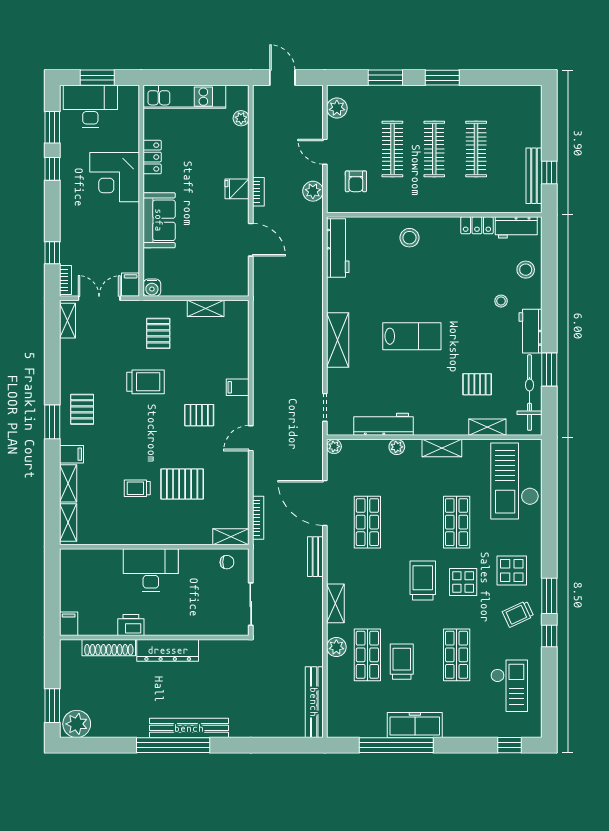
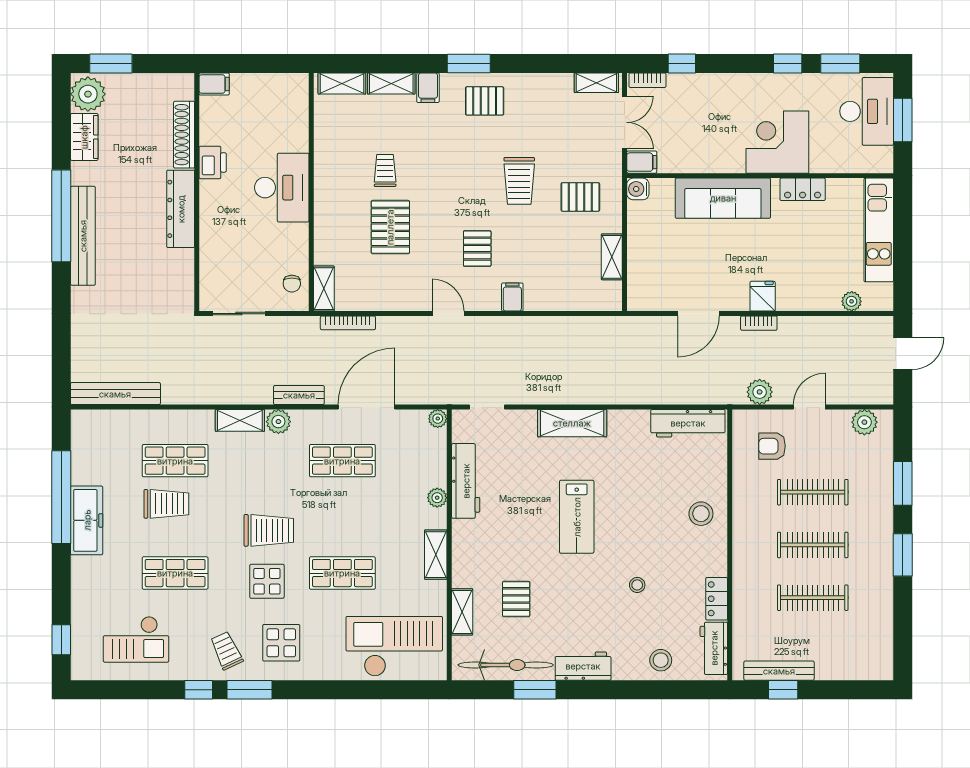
sofa: (159, 220) -> (723, 198), width x1.36
stool: (501, 301) -> (637, 585), moved
plant: (336, 647) -> (278, 422), moved
wardrobe: (111, 727) -> (84, 137), added

